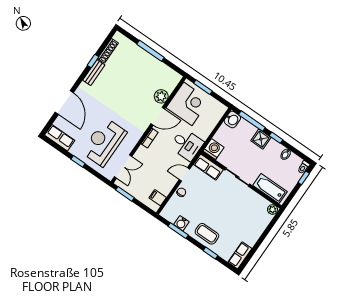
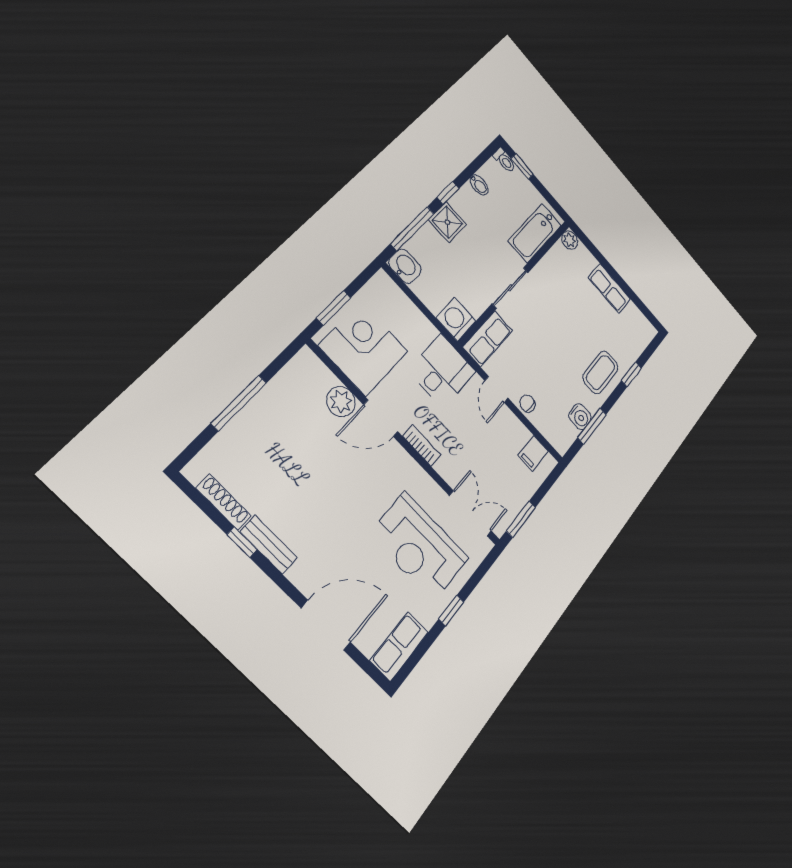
door: (158, 116) -> (381, 418), swing flipped
row of seats: (240, 255) -> (610, 288), moved

